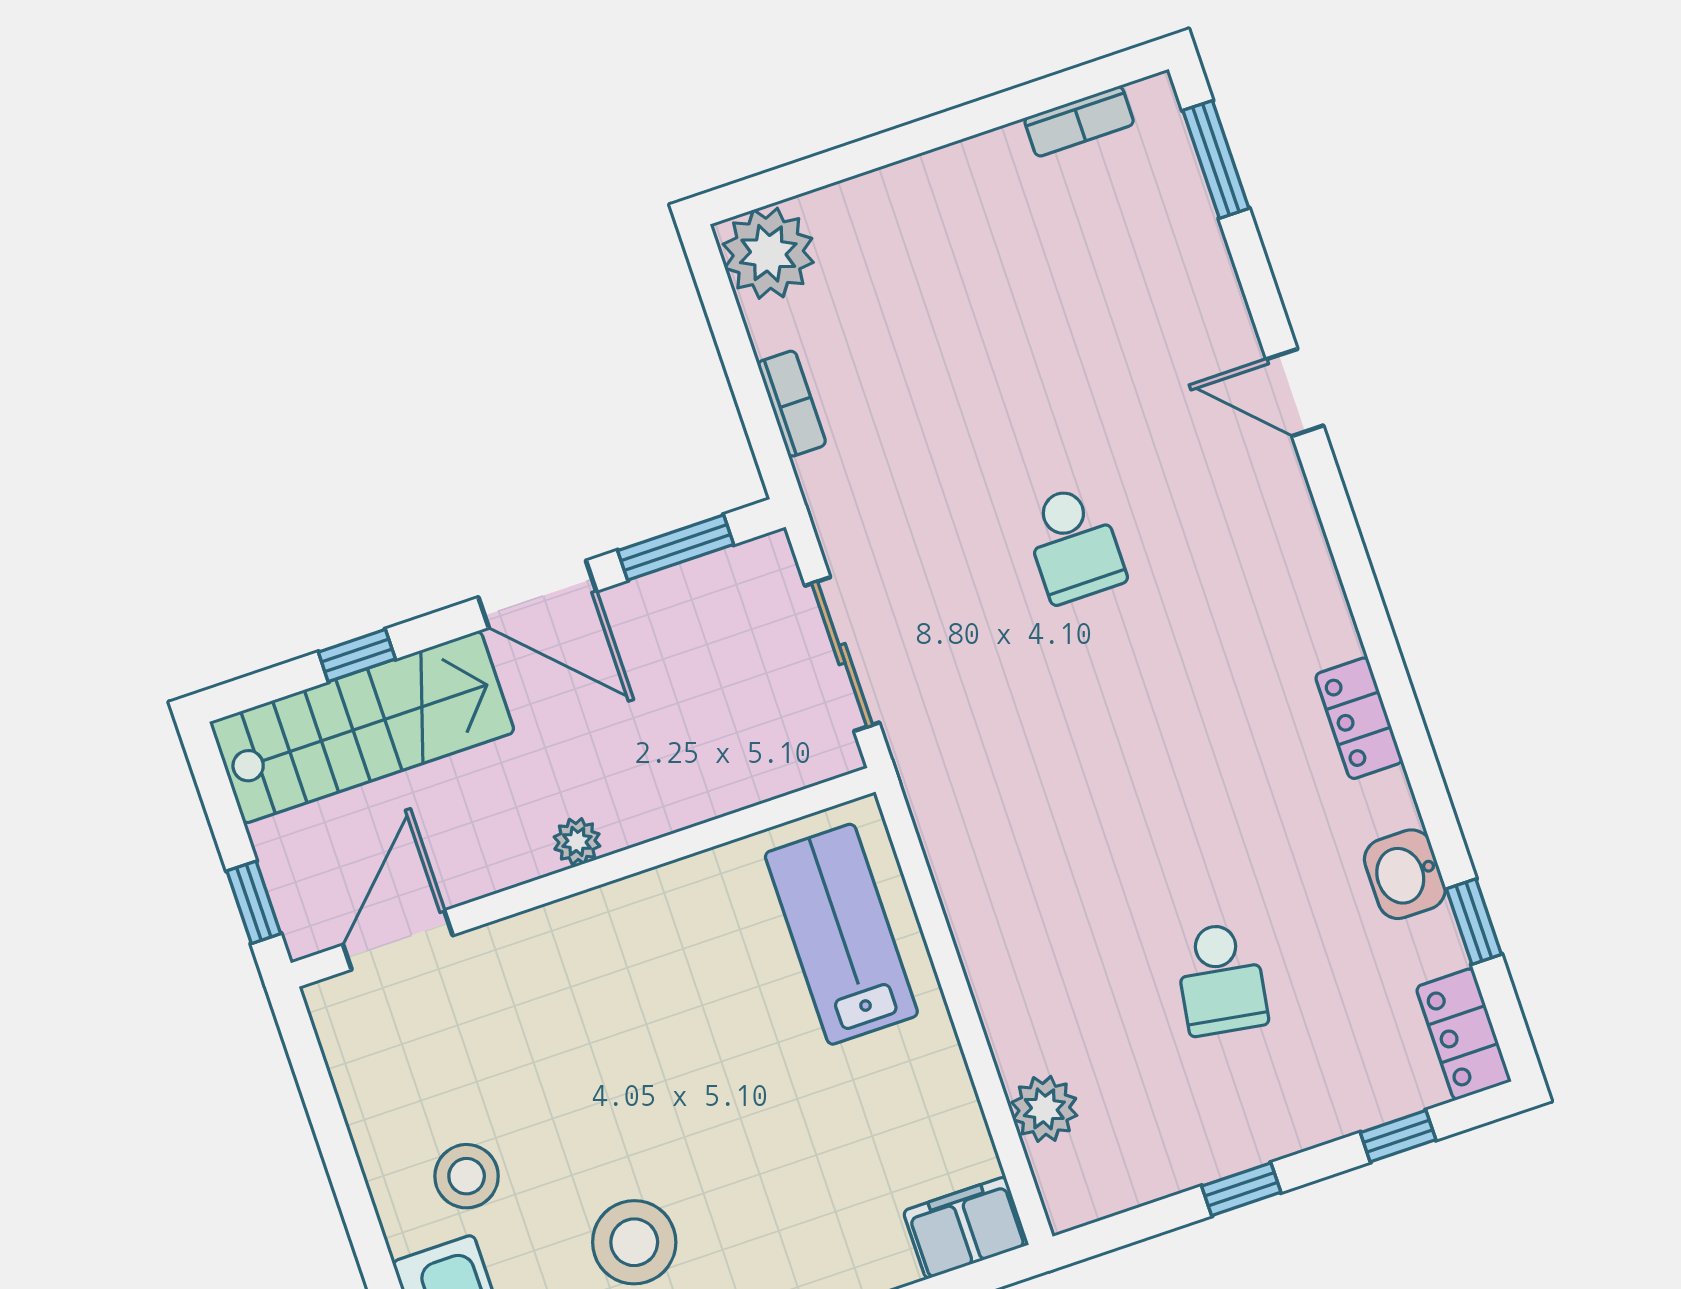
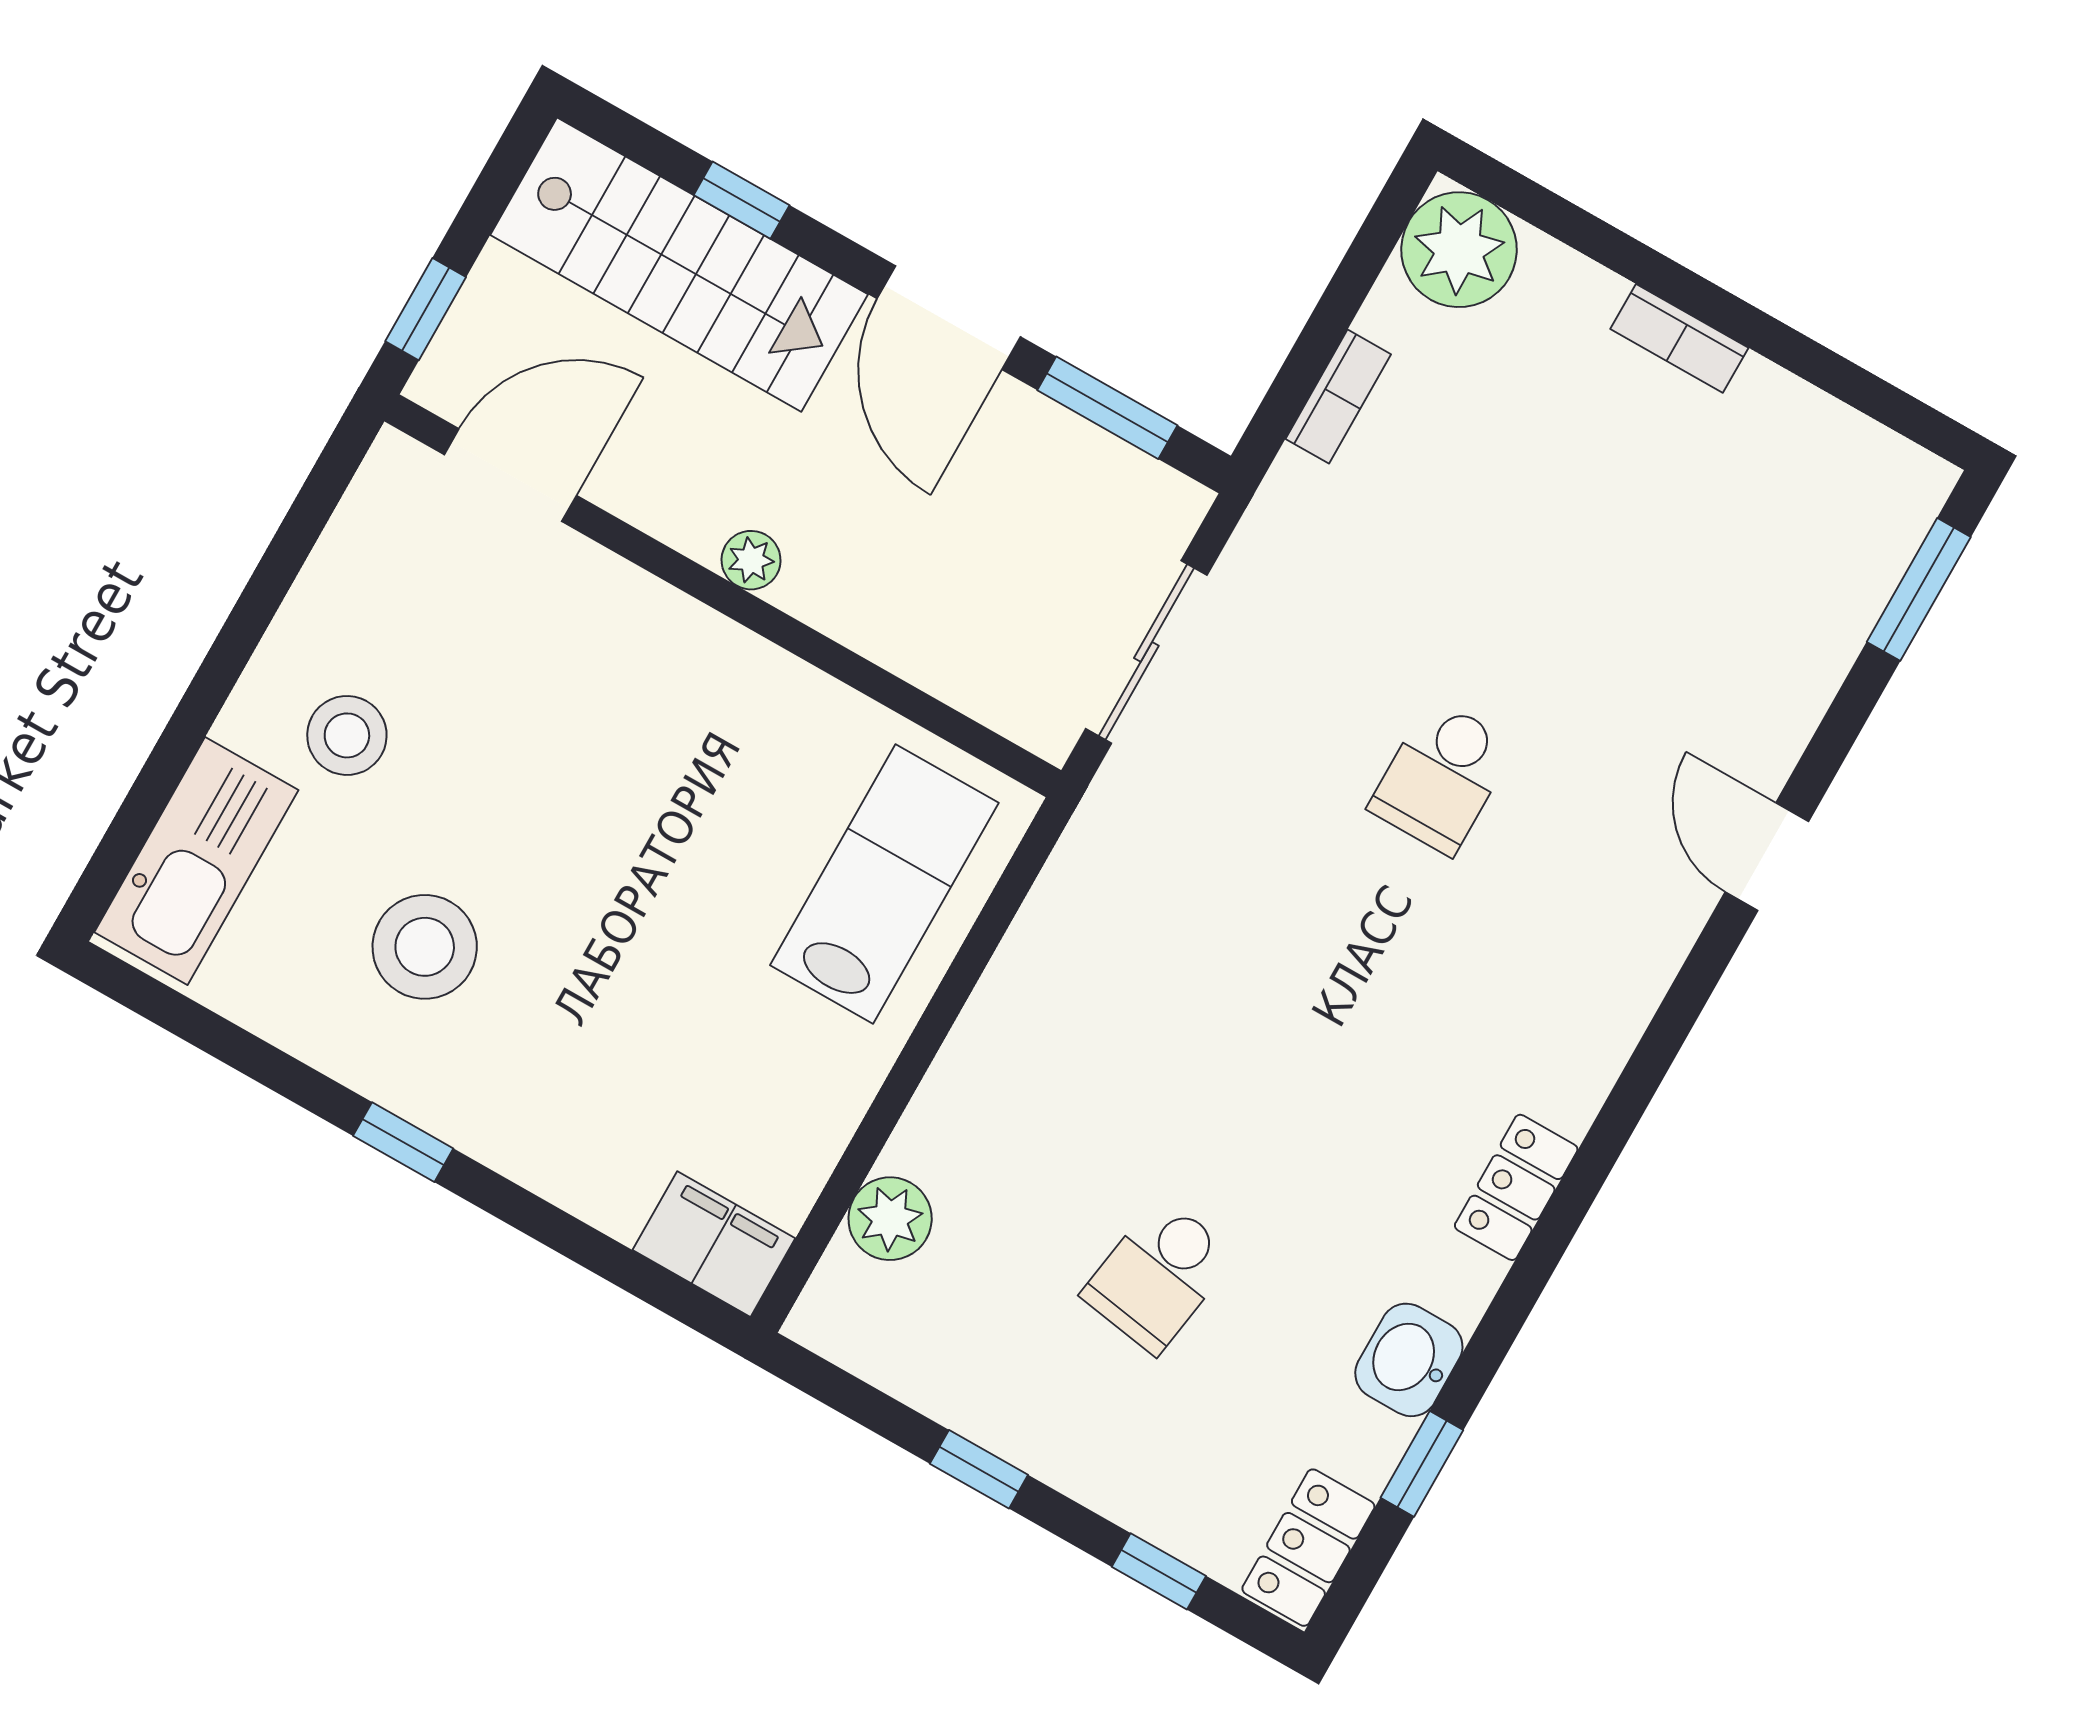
bookcase: (1079, 121) -> (1679, 338), moved

